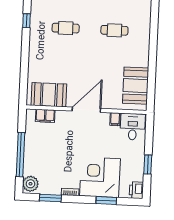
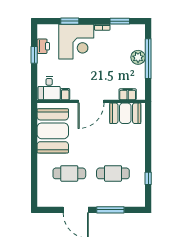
cafe table: (66, 28) -> (113, 173), width x1.37, depth x1.35
cafe table: (114, 30) -> (69, 173), width x1.37, depth x1.35
booth: (136, 86) -> (53, 131), width x1.36, depth x1.42
plant: (30, 184) -> (138, 57), moved
printer: (136, 190) -> (43, 46), moved

